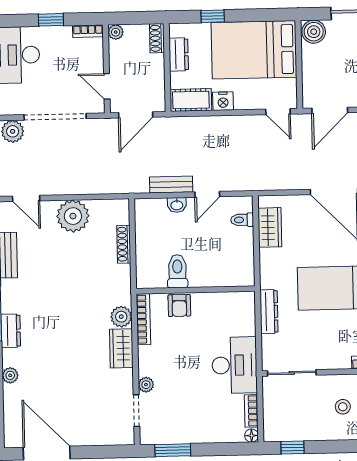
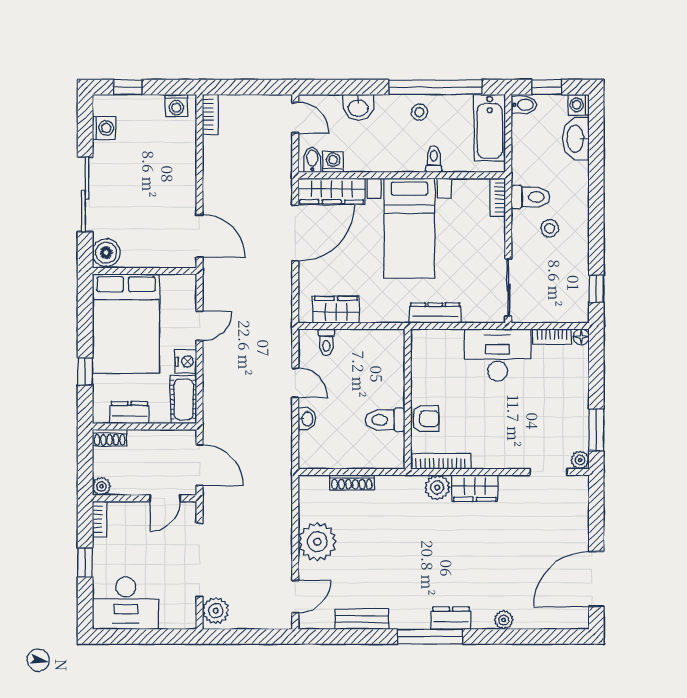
door: (278, 112) -> (200, 326), moved
bench: (171, 185) -> (283, 425), removed
plant: (146, 385) -> (580, 460), moved

